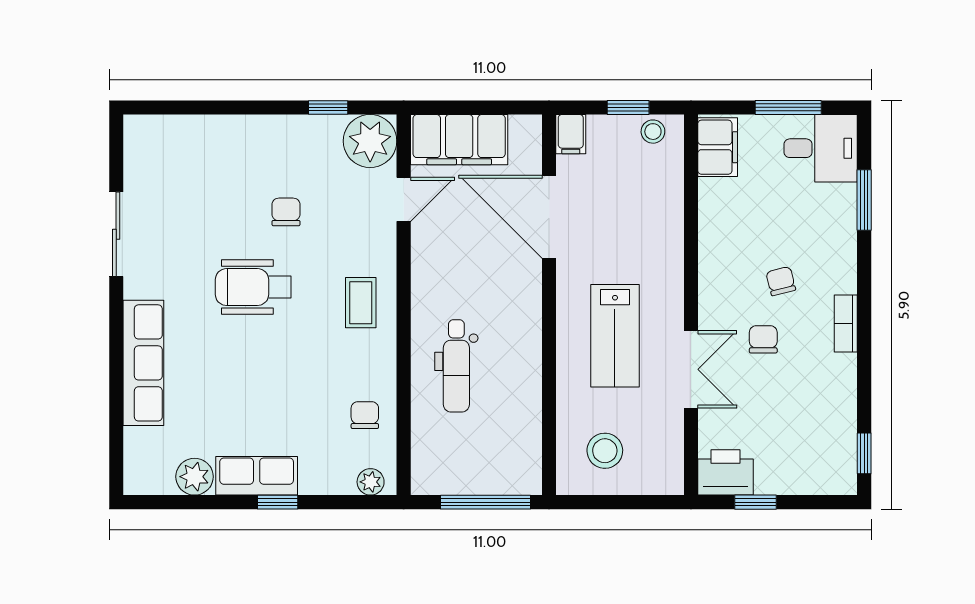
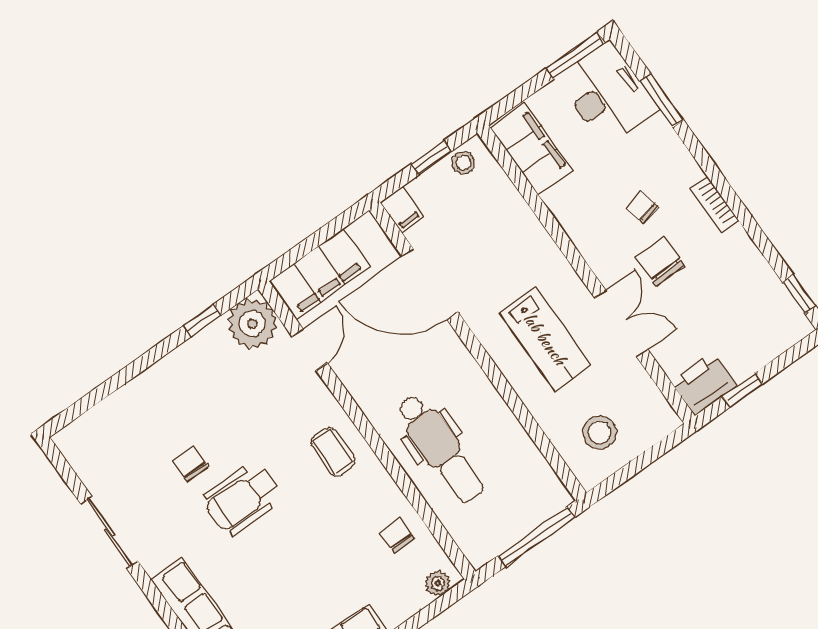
window: (788, 107) -> (575, 55), moved
filing cabinet: (718, 147) -> (532, 149), width x1.50, depth x1.17
desk: (821, 148) -> (607, 94), width x1.37
chair: (286, 212) -> (190, 464), moved
chair: (763, 339) -> (660, 262), width x1.37, depth x1.37
dental chair: (456, 366) -> (440, 448), width x1.36, depth x1.38

